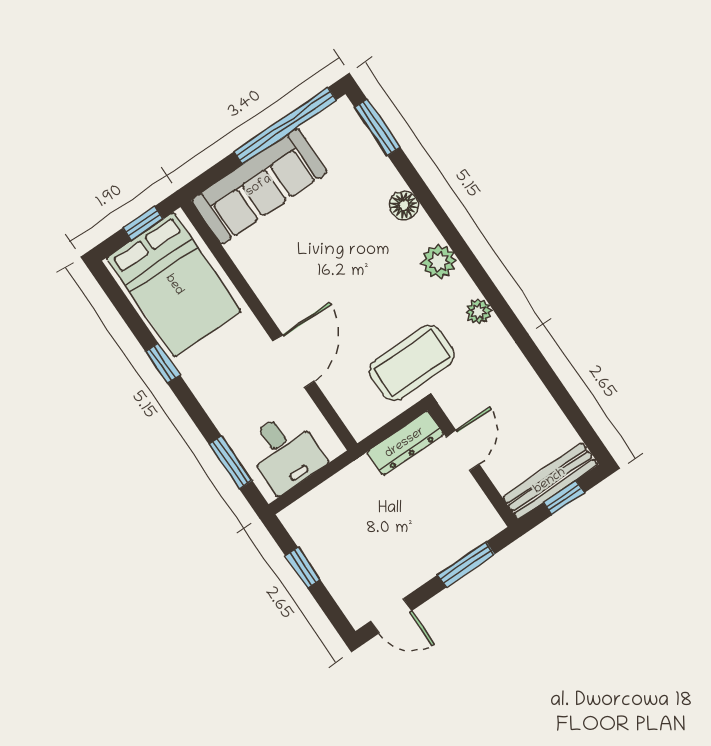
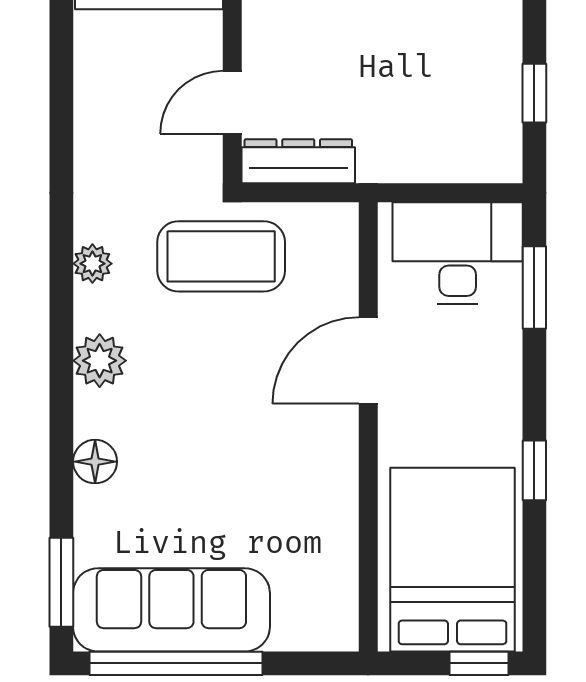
sofa: (259, 186) -> (171, 610), moved
window: (143, 223) -> (479, 663), moved
desk: (285, 452) -> (458, 253), width x1.37

